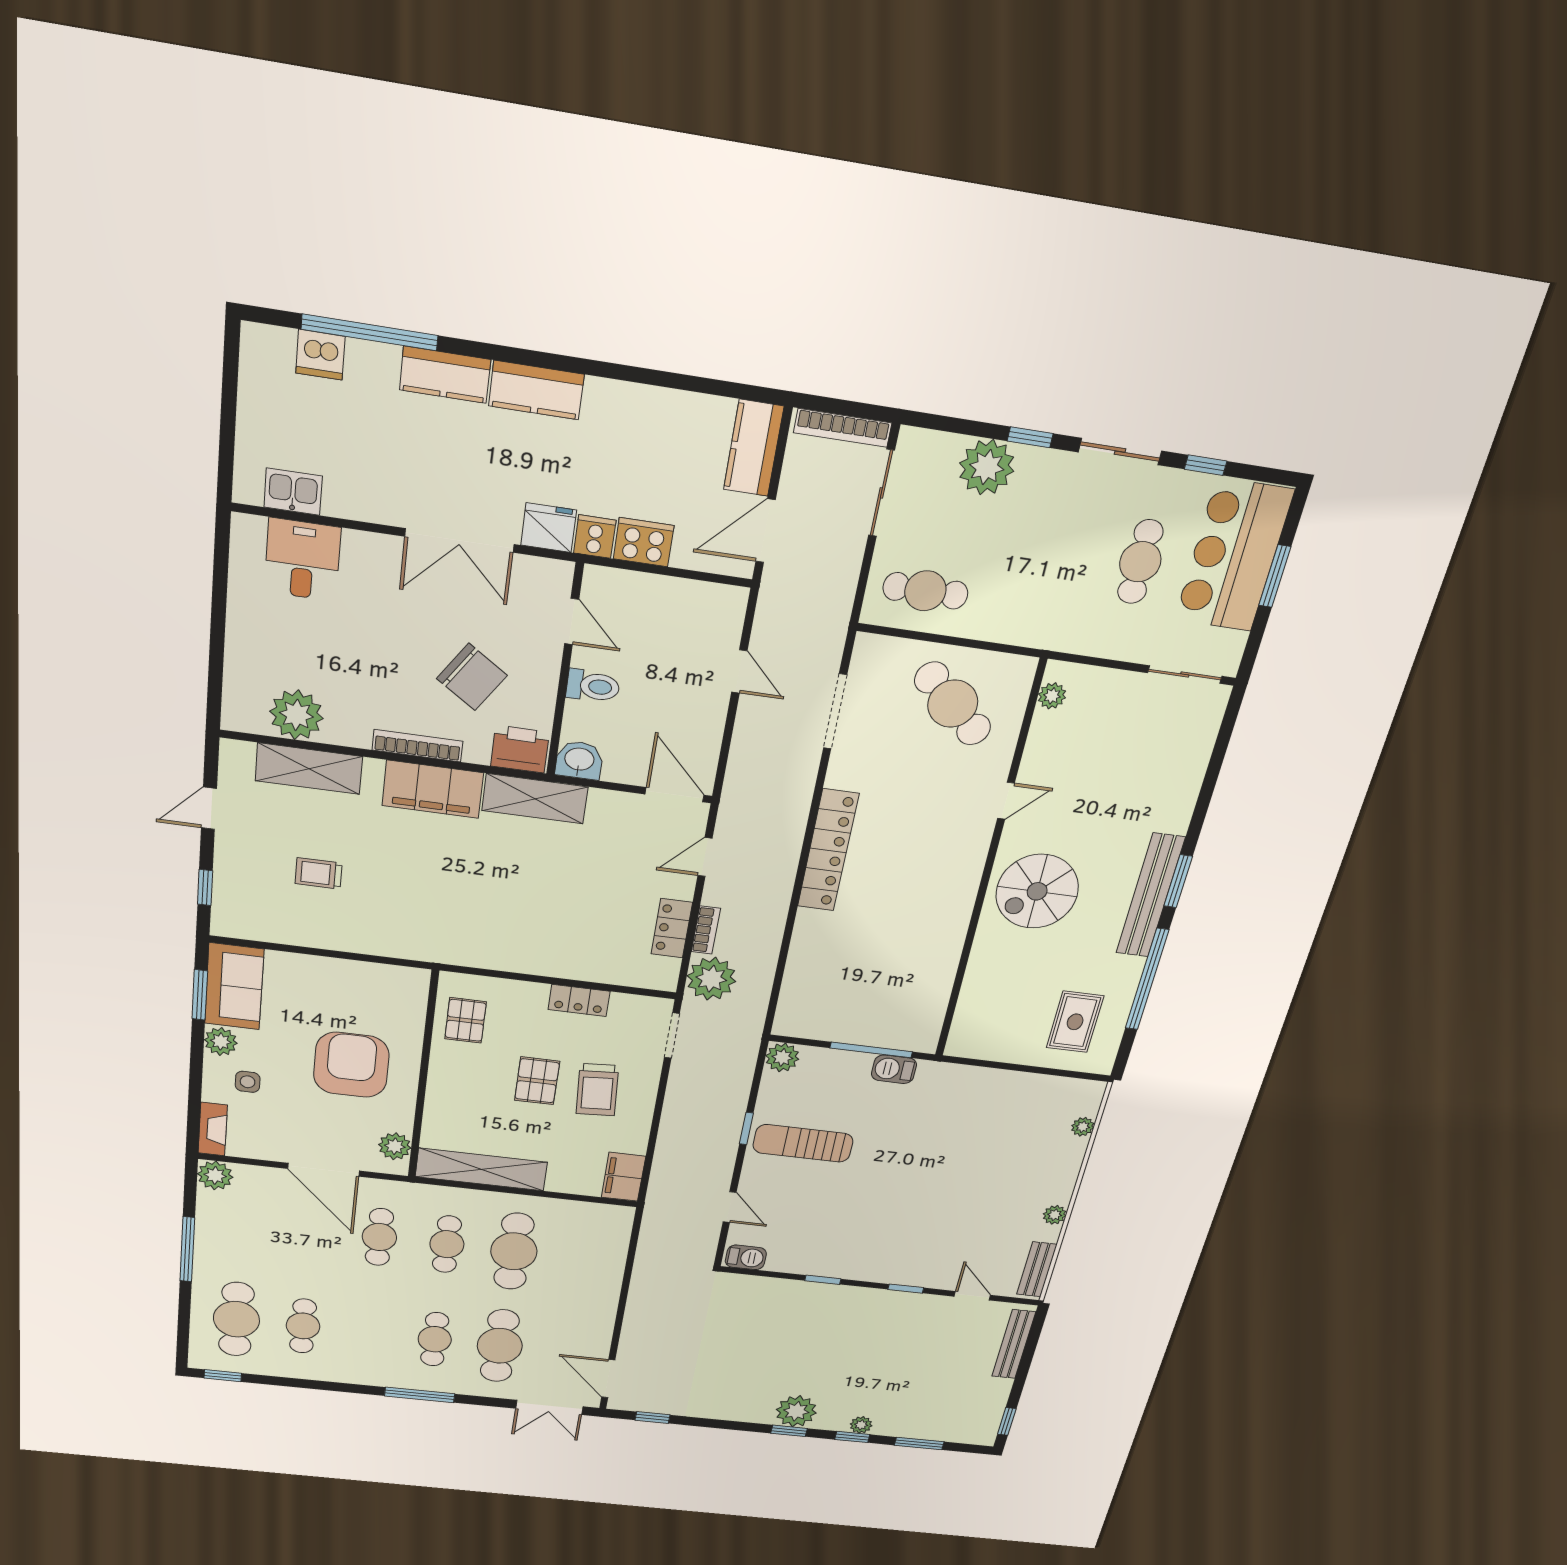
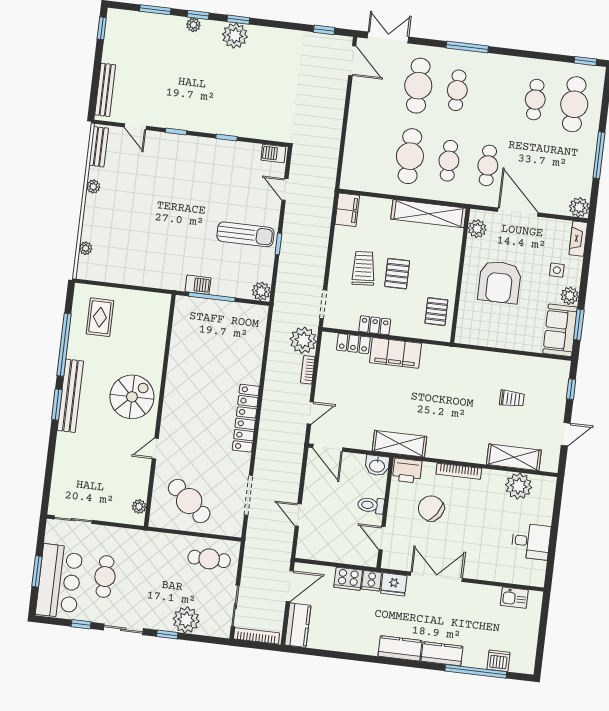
desk: (303, 560) -> (531, 541), moved, turned -90
filing cabinet: (433, 789) -> (396, 353), moved, turned 180
locker: (672, 928) -> (353, 344), moved, turned 90

